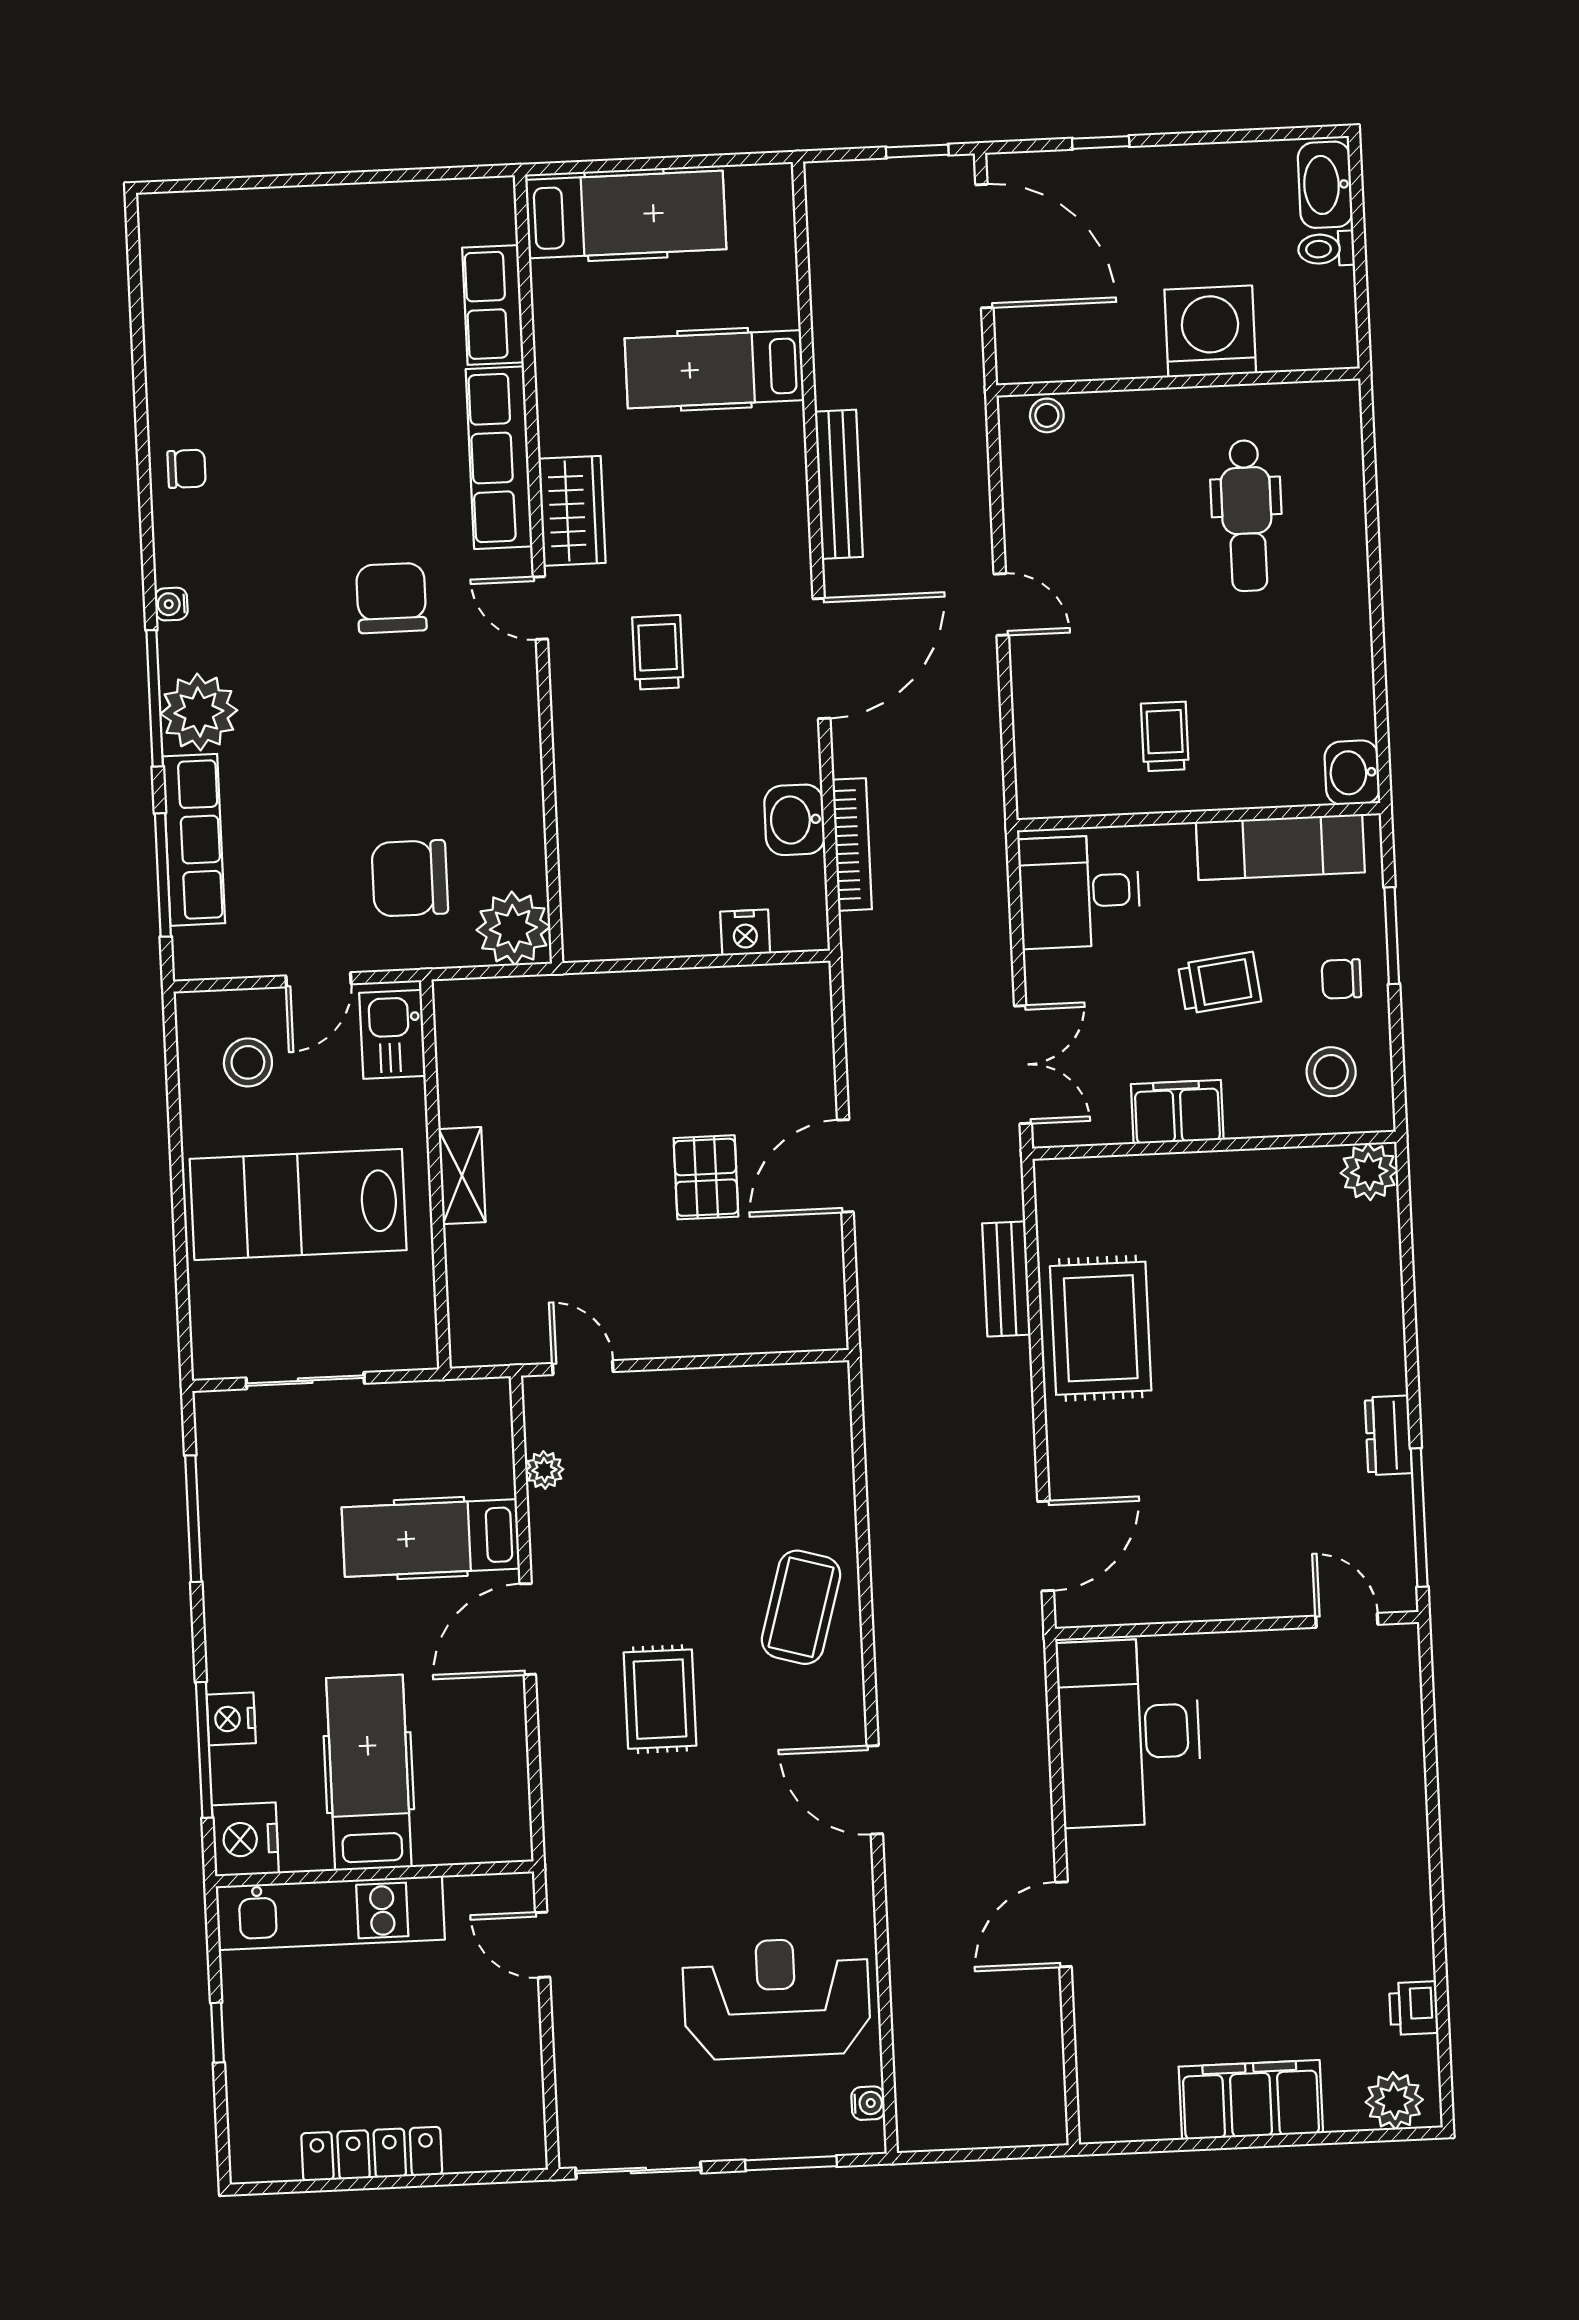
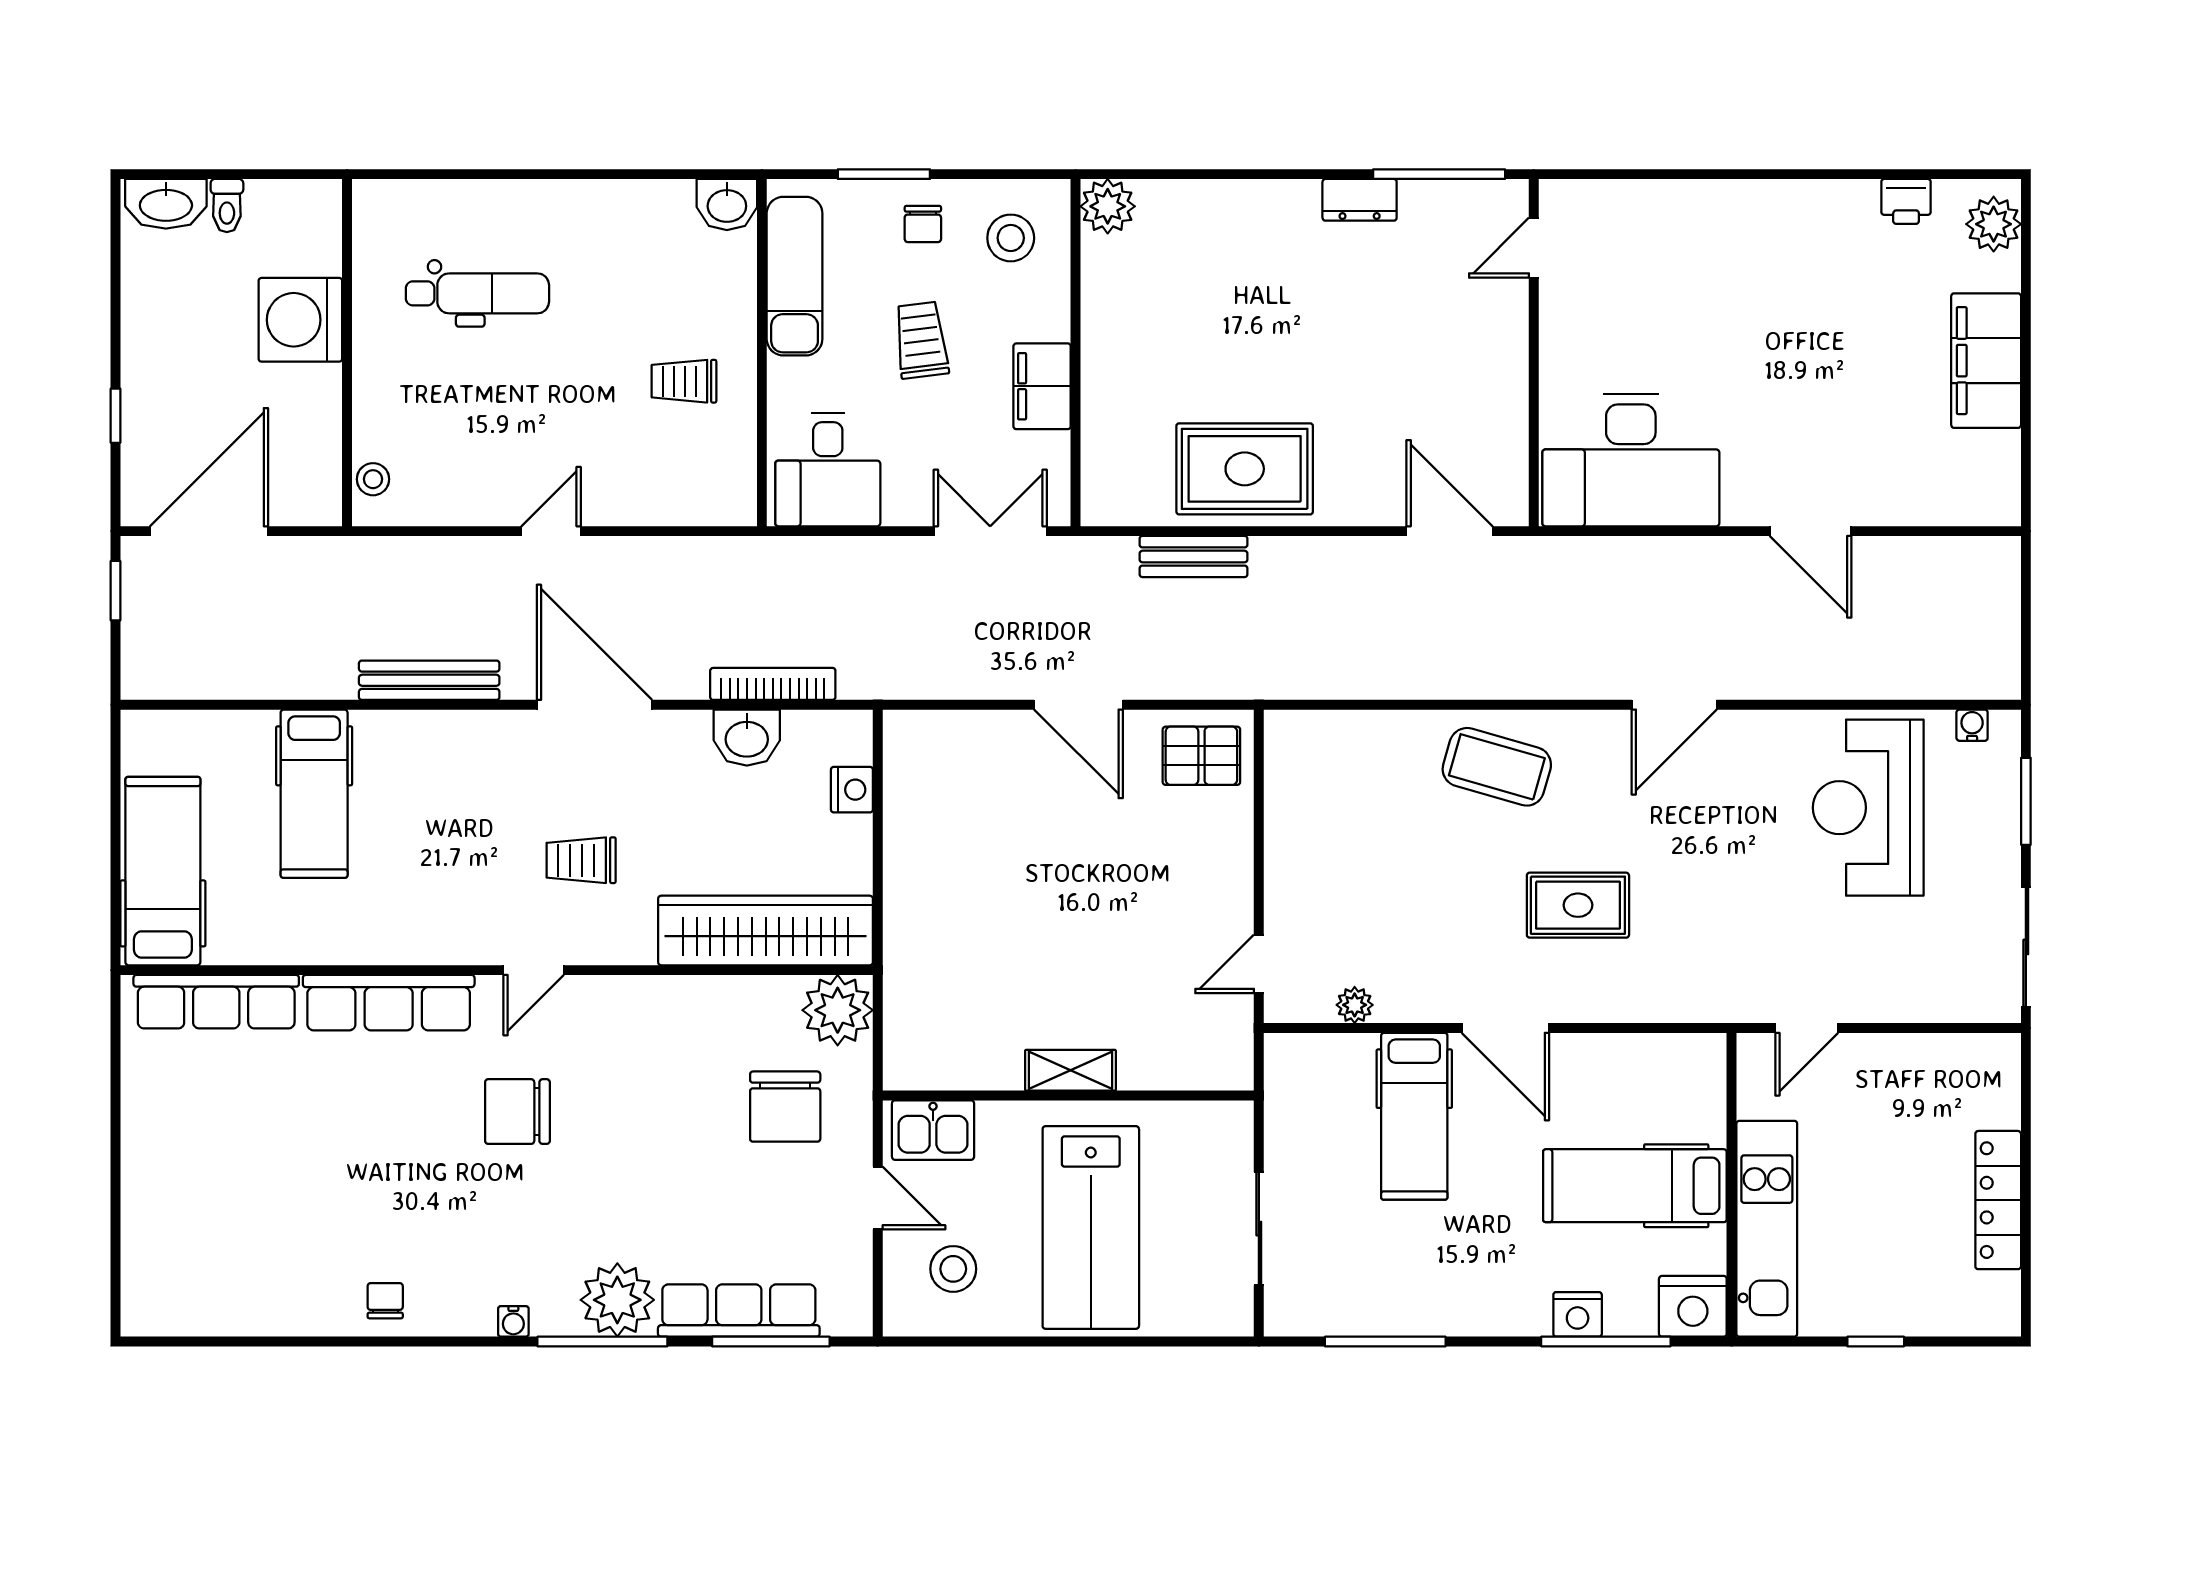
row of seats: (493, 305) -> (216, 1002), width x1.48
wardrobe: (572, 511) -> (766, 930), moved, width x2.10, depth x1.17
pallet: (706, 1177) -> (1201, 756), moved

